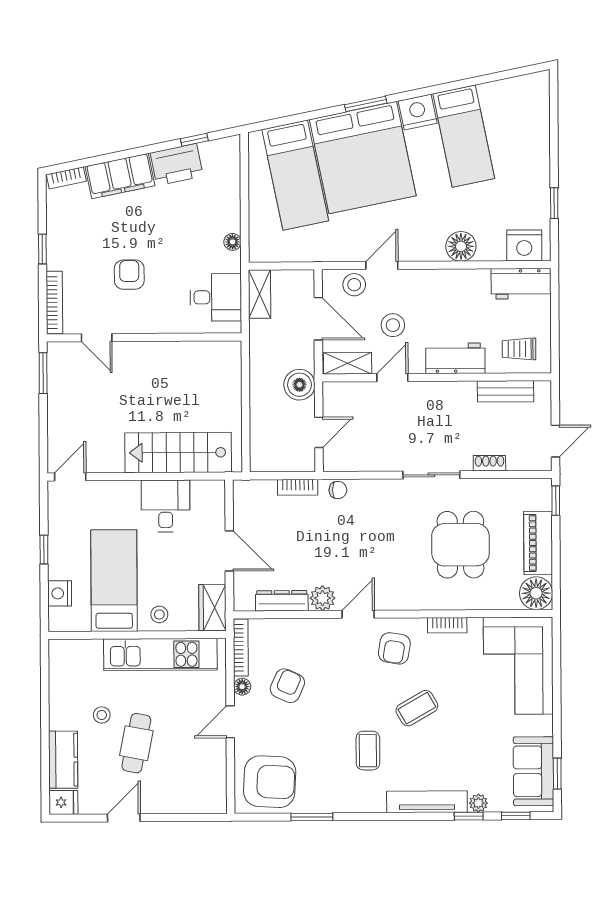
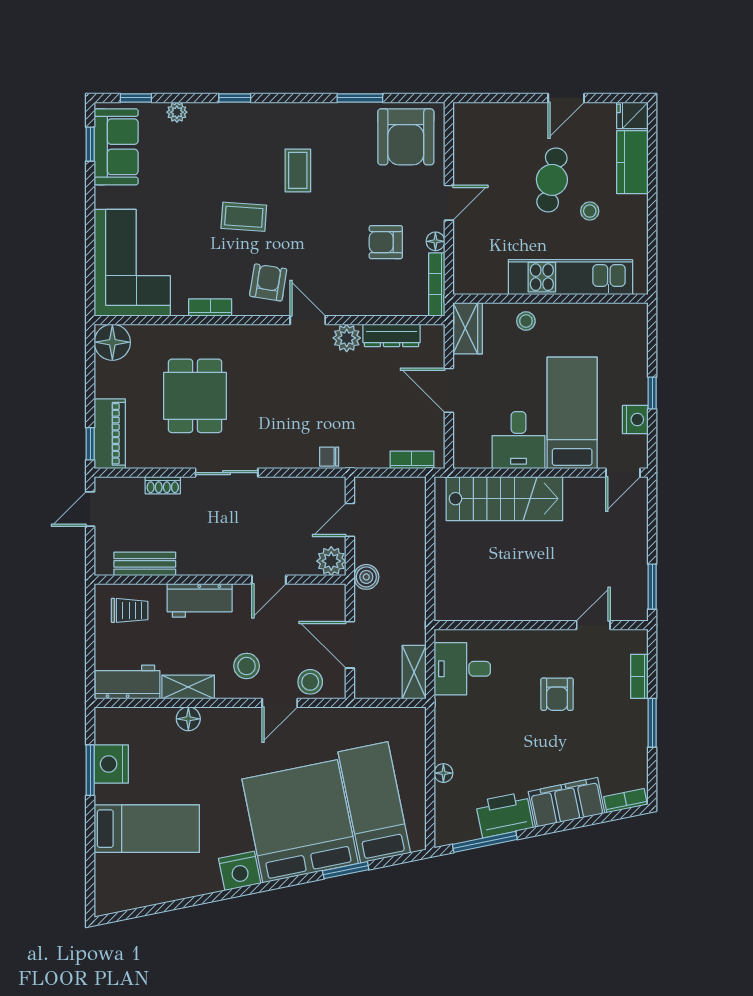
window: (366, 104) -> (346, 870), moved
bed: (464, 136) -> (147, 829), moved, turned 102
window: (194, 140) -> (485, 842), width x2.17
window: (554, 203) -> (90, 770), width x1.50
floor lamp: (233, 242) -> (443, 773), moved
nightstand: (524, 245) -> (111, 764), moved, turned -90
floor lamp: (461, 246) -> (188, 719), width x0.73, depth x0.73
window: (42, 249) -> (652, 723), width x1.50
bookcase: (54, 303) -> (639, 676), width x0.64
stool: (393, 325) -> (247, 666), moved
door: (97, 338) -> (593, 625), hinge flipped
shelving: (348, 363) -> (188, 687), moved
boiler: (299, 385) -> (366, 577), width x0.73, depth x0.73
plant: (336, 395) -> (331, 561), added
bookcase: (298, 487) -> (412, 460), moved
piano: (538, 543) -> (110, 434), moved
bed: (114, 581) -> (572, 413), moved, turned 180
nightstand: (60, 593) -> (635, 420), moved
door: (358, 614) -> (308, 320), swing flipped
kitchen unit: (160, 654) -> (570, 277), moved
armchair: (287, 686) -> (386, 242), turned 66
coffee table: (417, 708) -> (244, 217), turned 34
armchair: (270, 782) -> (406, 137), turned -93
tv unit: (427, 802) -> (233, 114), removed
window: (469, 816) -> (235, 98), moved

